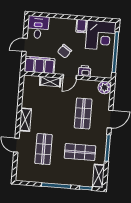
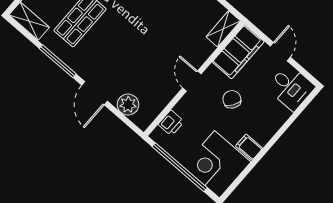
printer: (85, 71) -> (171, 123), moved
shelving: (50, 82) -> (223, 29), moved
plant: (105, 88) -> (128, 105), moved
shop shelf: (83, 113) -> (129, 62), removed

